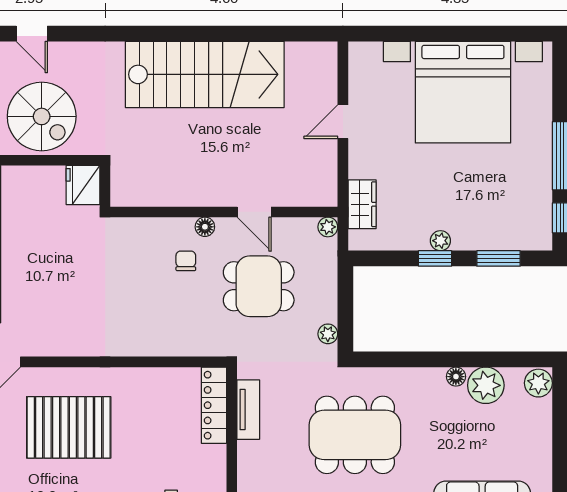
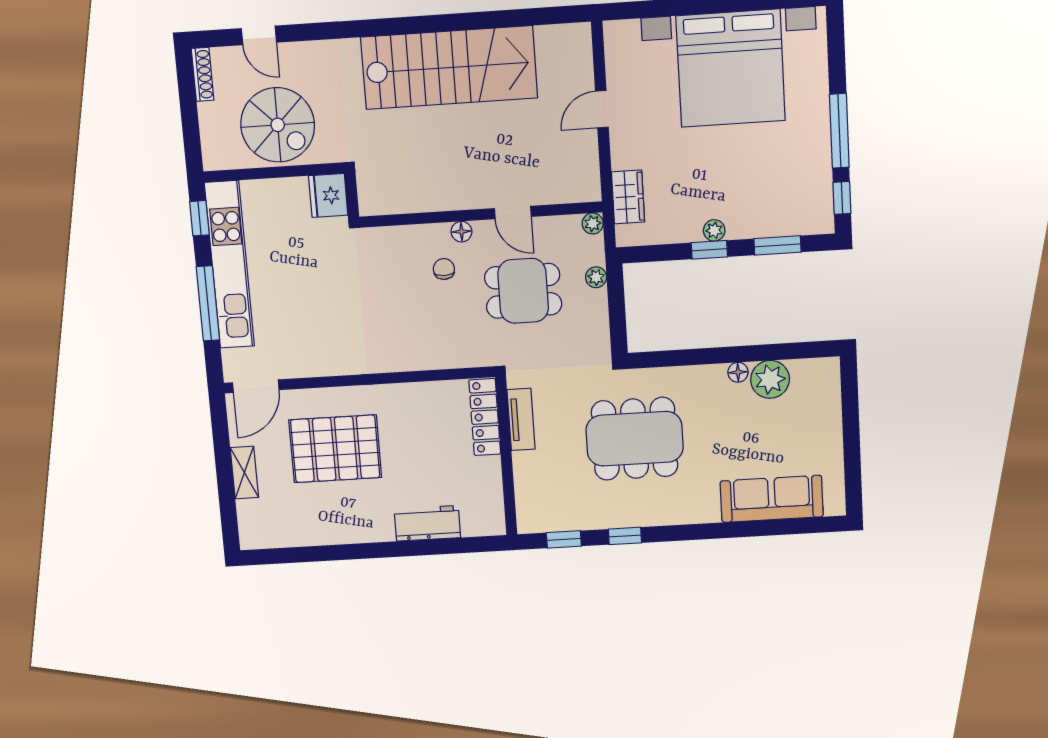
plant: (328, 334) -> (596, 277), moved
plant: (538, 383) -> (826, 374), removed

